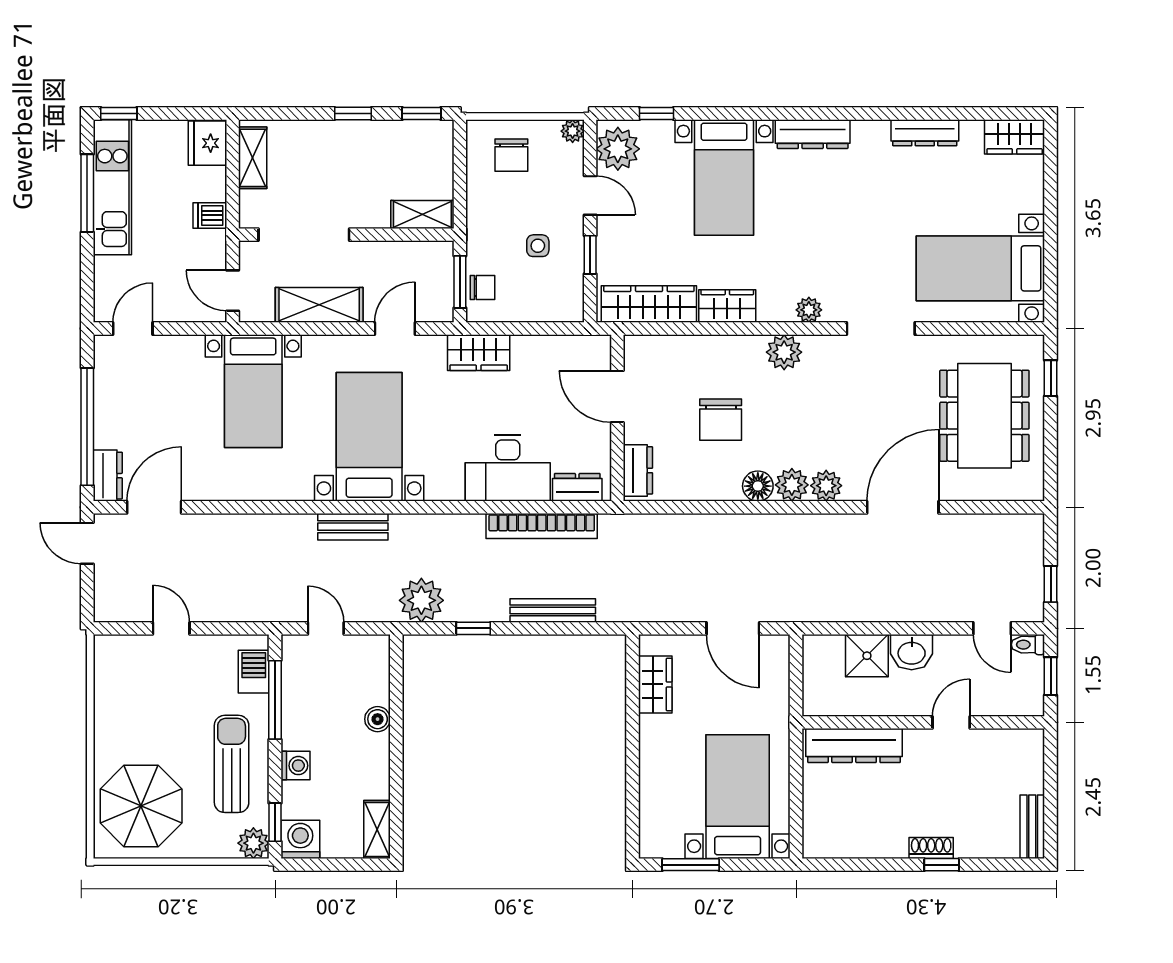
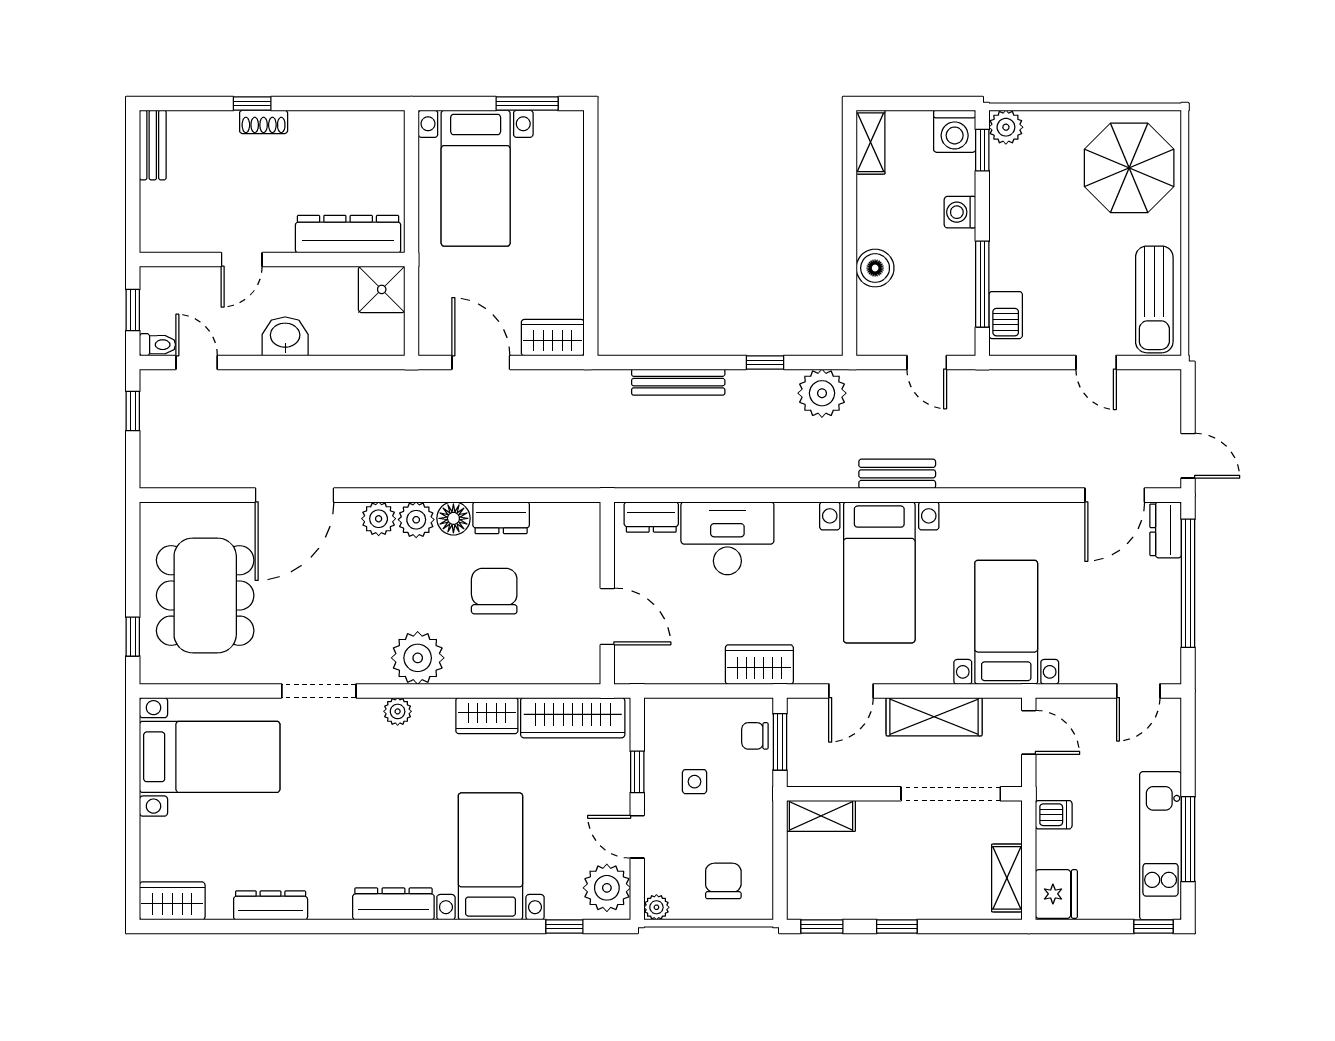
plant: (784, 352) -> (418, 658), width x1.36, depth x1.36
dresser: (638, 470) -> (501, 518), moved, turned -90
bookcase: (542, 526) -> (690, 475), removed
shower: (867, 656) -> (382, 289), moved
wardrobe: (655, 684) -> (553, 338), moved, turned 90
boiler: (378, 719) -> (875, 268), width x1.36, depth x1.36
sun lounger: (232, 764) -> (1154, 299), moved

